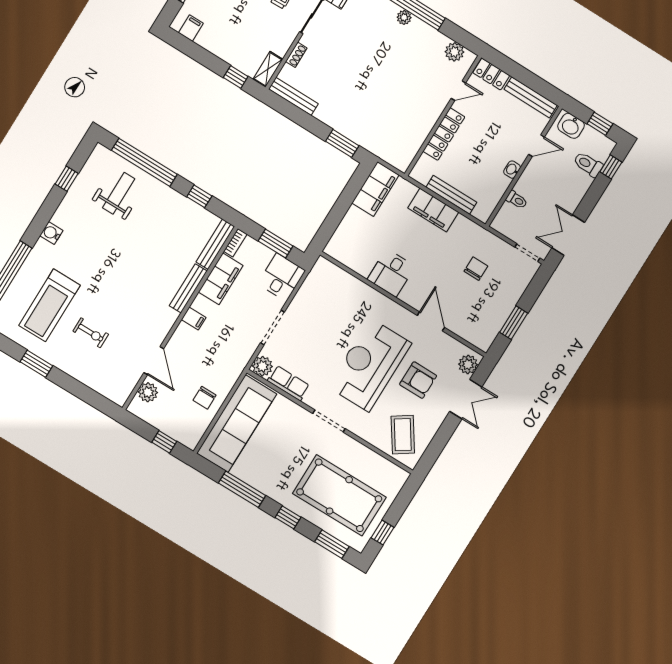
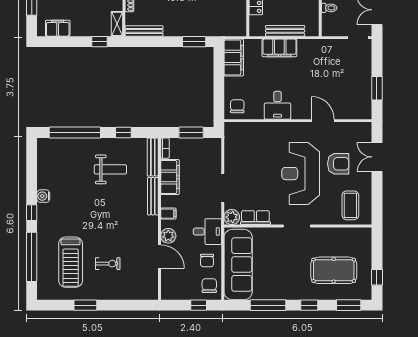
filing cabinet: (191, 28) -> (58, 28), width x2.00
window: (67, 179) -> (32, 213), moved
weight bench: (119, 193) -> (110, 169), moved, turned 90
water cooler: (51, 233) -> (43, 196), moved
chair: (476, 269) -> (237, 106), moved
desk: (282, 277) -> (207, 232), moved, turned 90
plant: (468, 364) -> (364, 134), removed
plant: (148, 392) -> (168, 236), moved
double door: (466, 399) -> (377, 157), swing flipped
chair: (190, 427) -> (209, 286), added
coffee table: (403, 435) -> (350, 205), turned 34
pool table: (339, 495) -> (334, 270), width x0.73, depth x0.76

